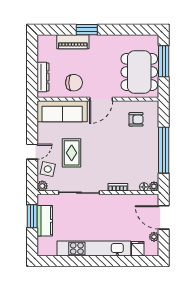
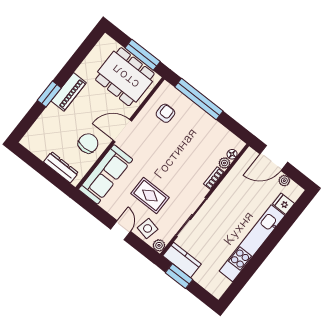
piano: (73, 42) -> (69, 92), moved
window: (164, 61) -> (143, 55), moved
door: (101, 99) -> (122, 131), swing flipped
window: (164, 150) -> (199, 99), moved
plant: (154, 186) -> (224, 163), moved
kitchen counter: (45, 221) -> (182, 260), moved

